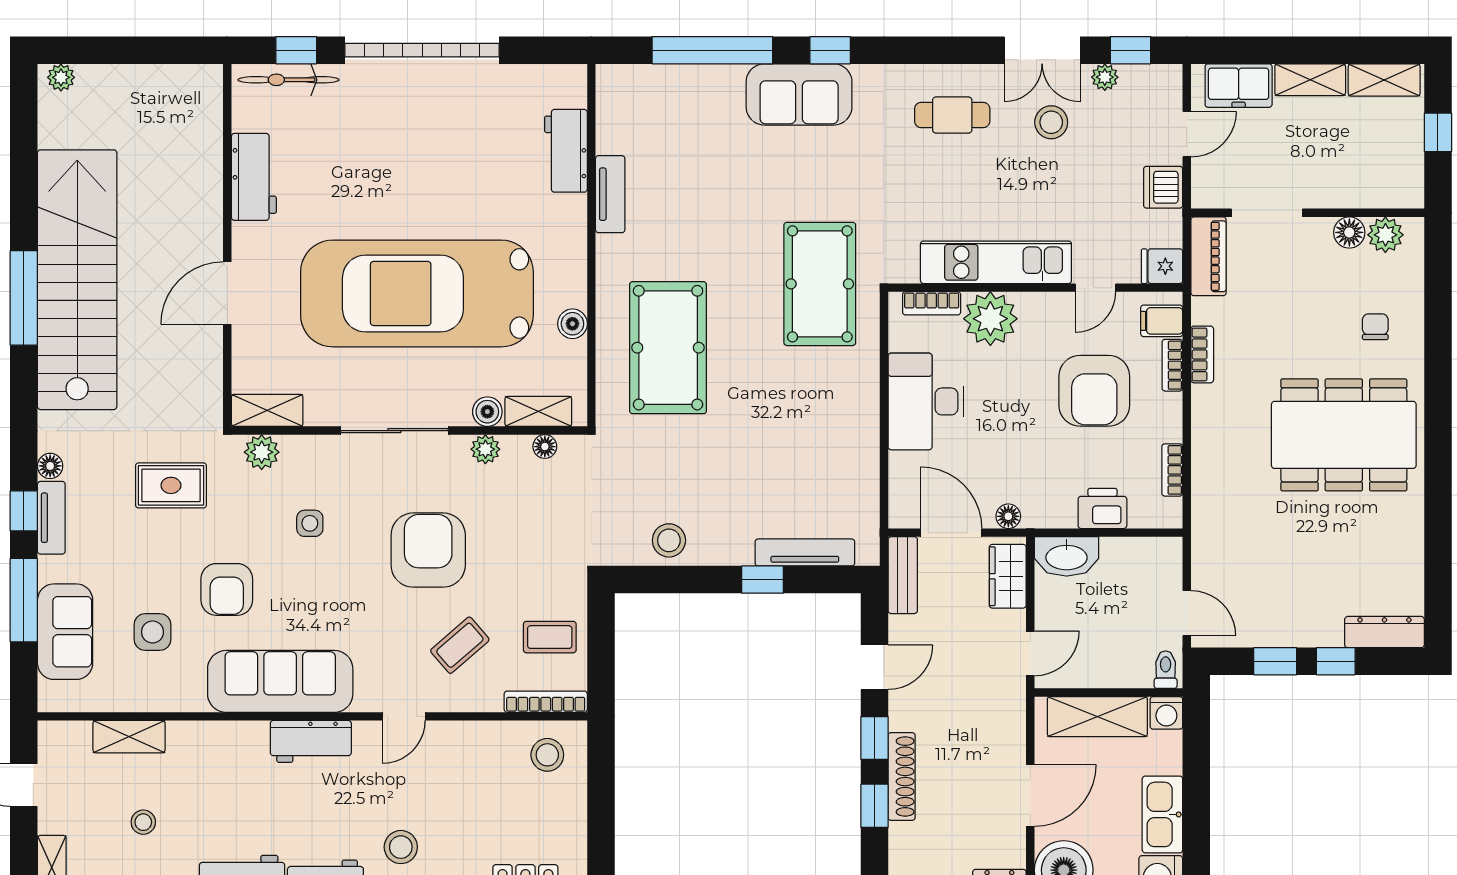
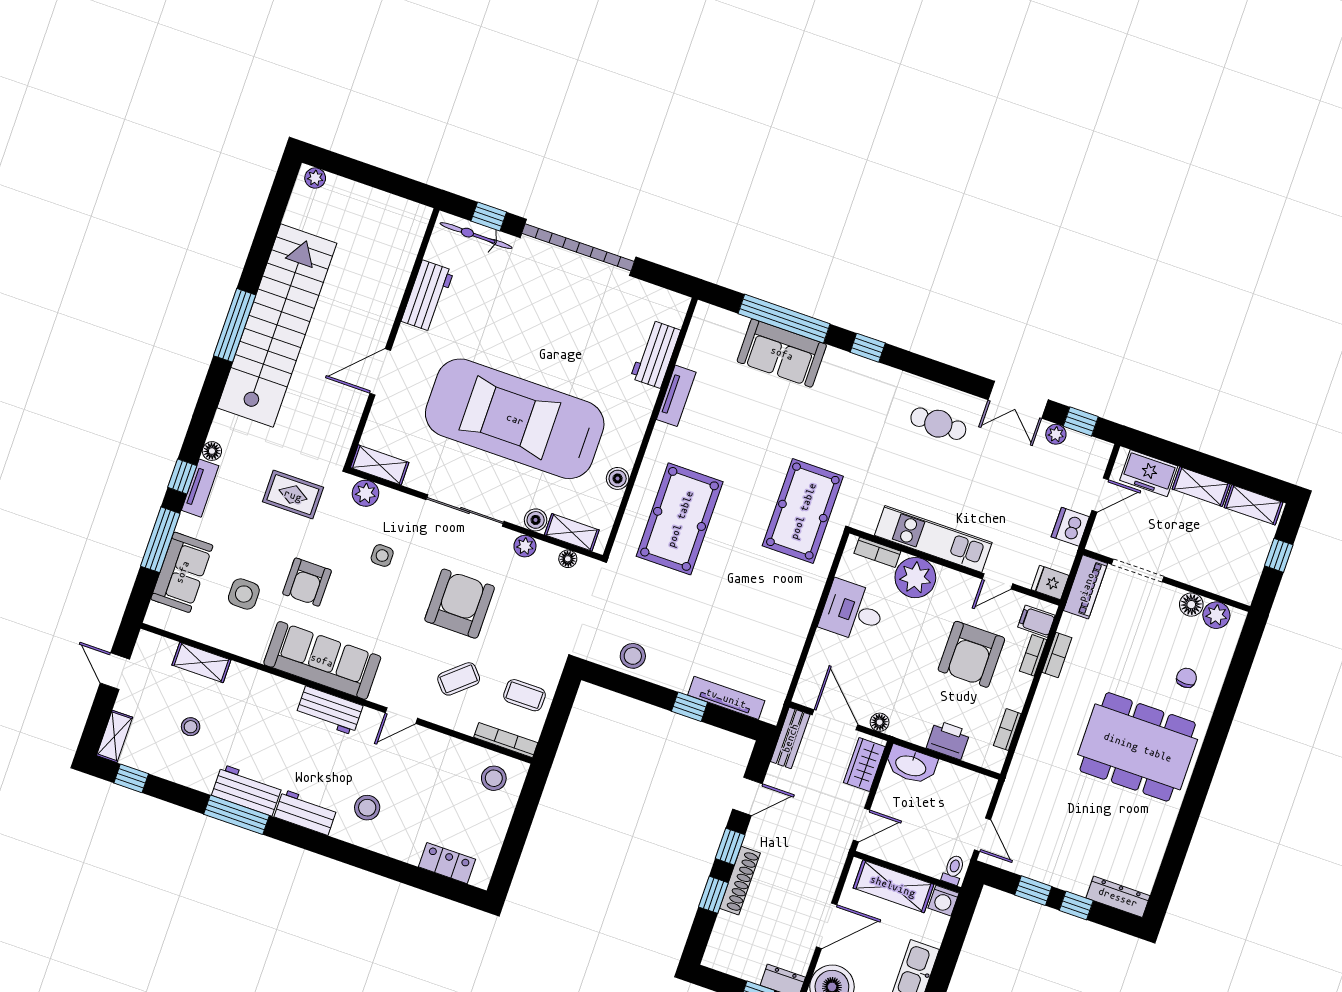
sofa: (799, 94) -> (782, 353), moved
stool: (1051, 122) -> (1007, 453), removed
desk: (926, 401) -> (853, 611), width x0.73

